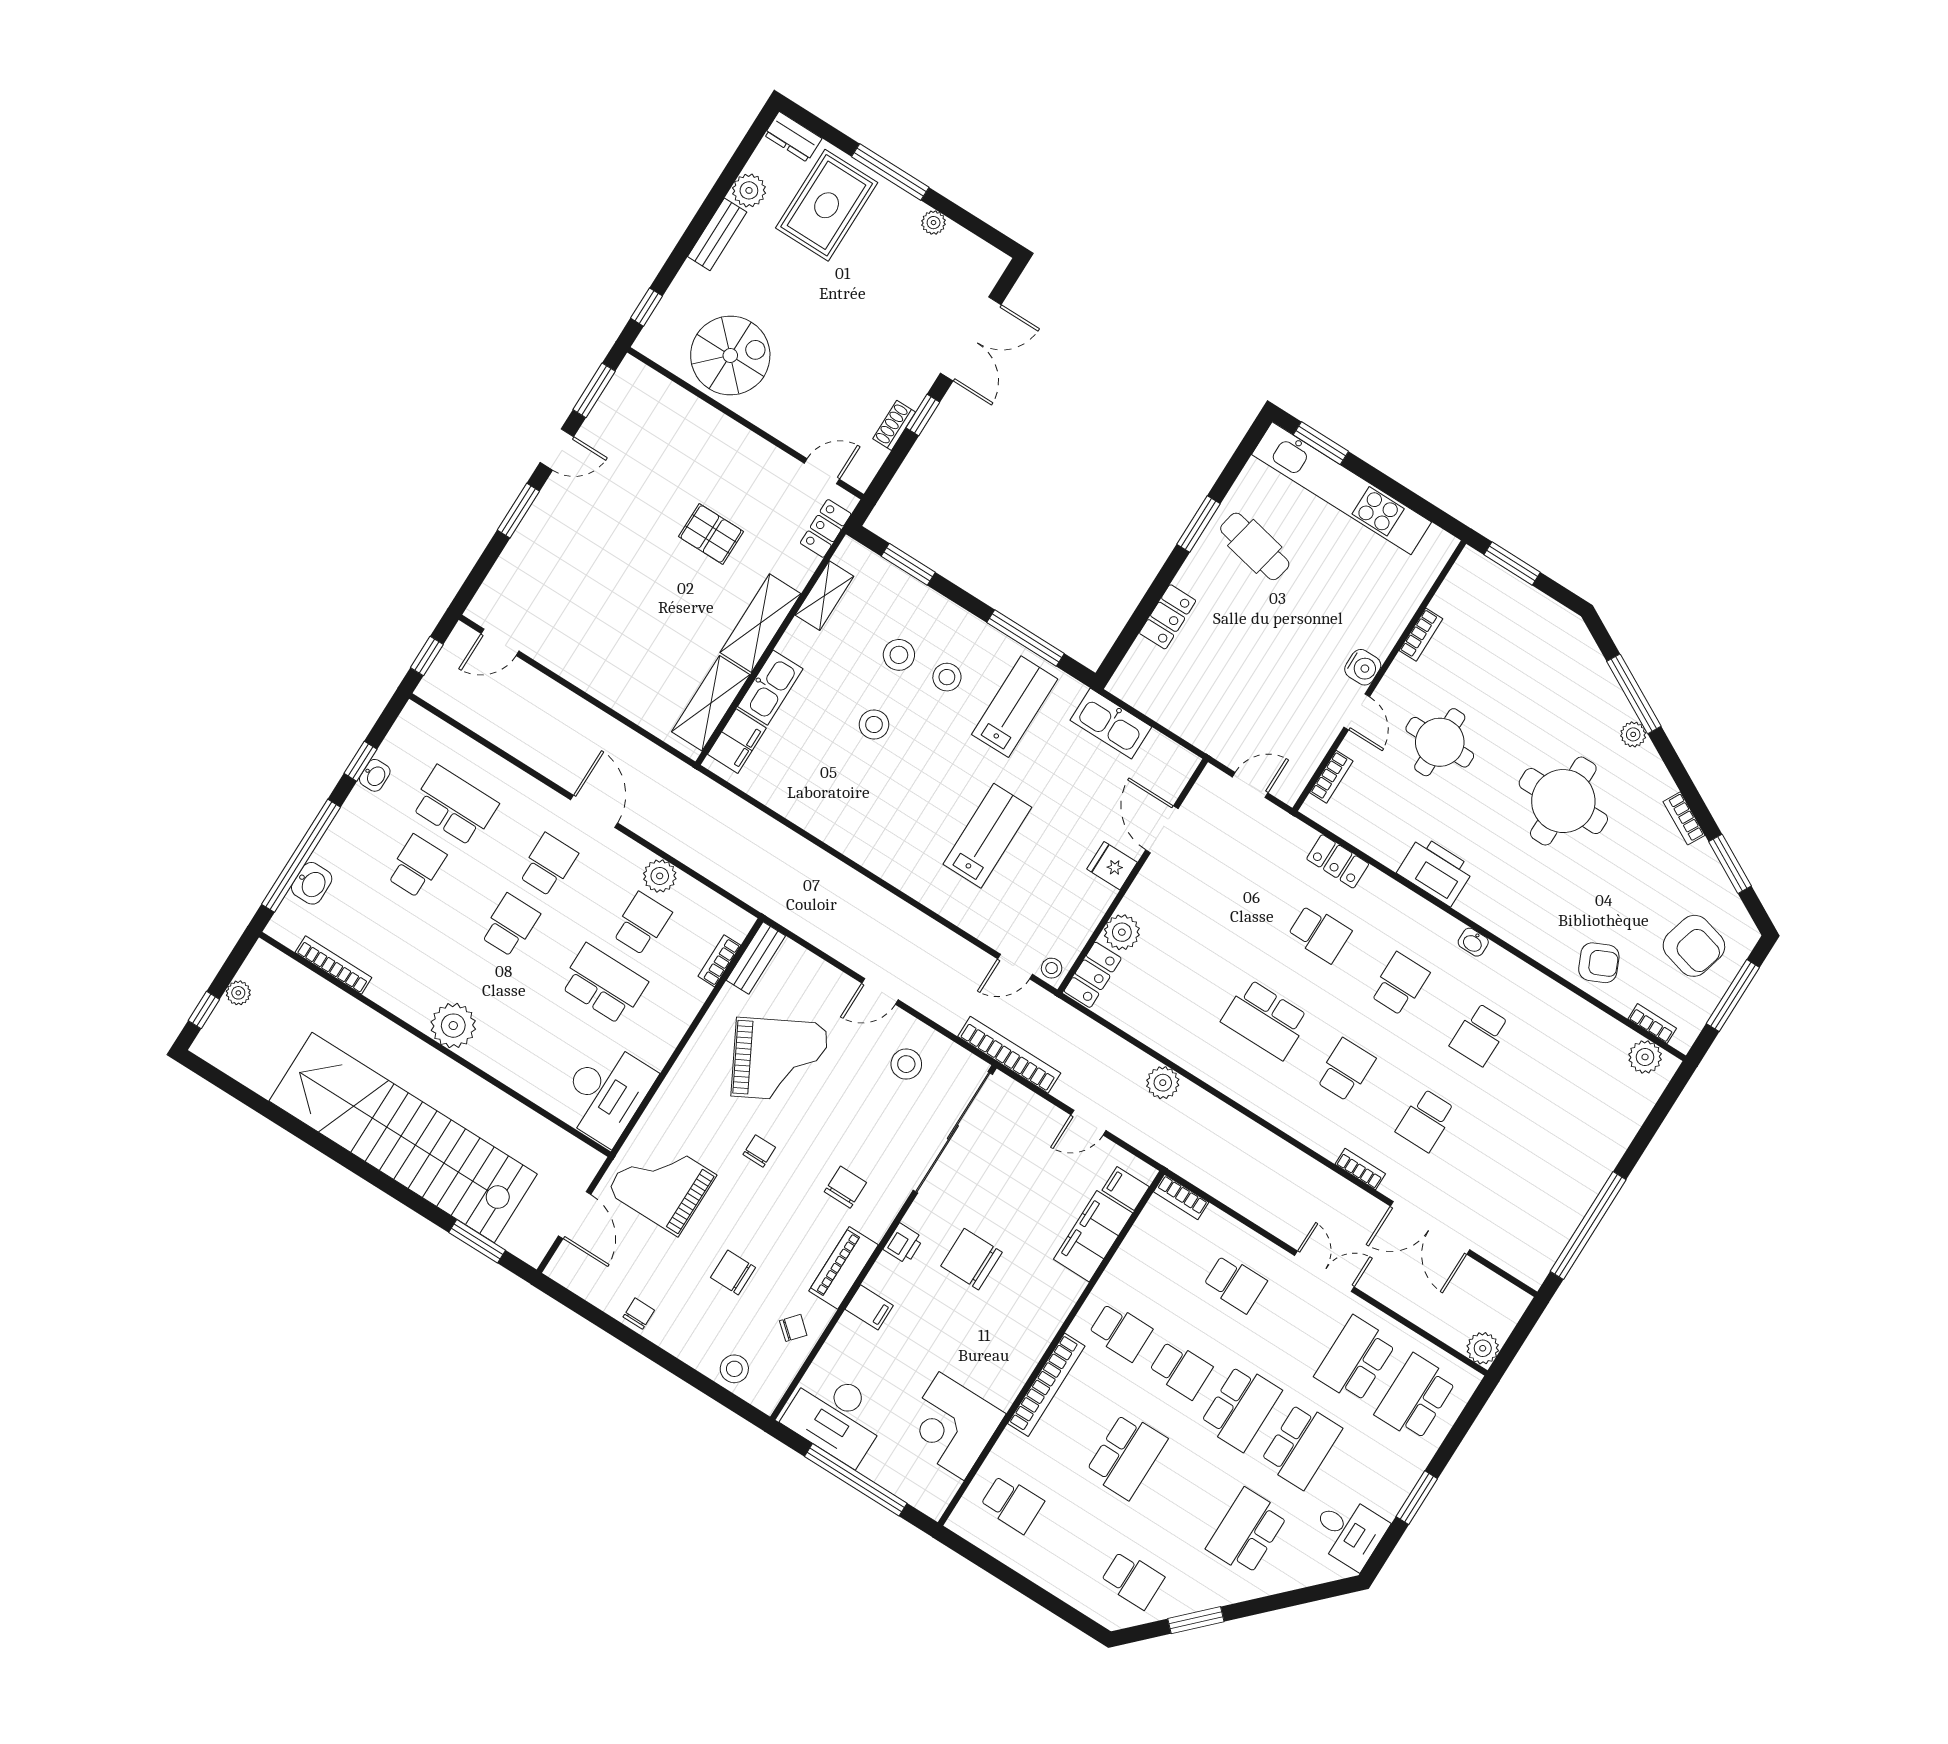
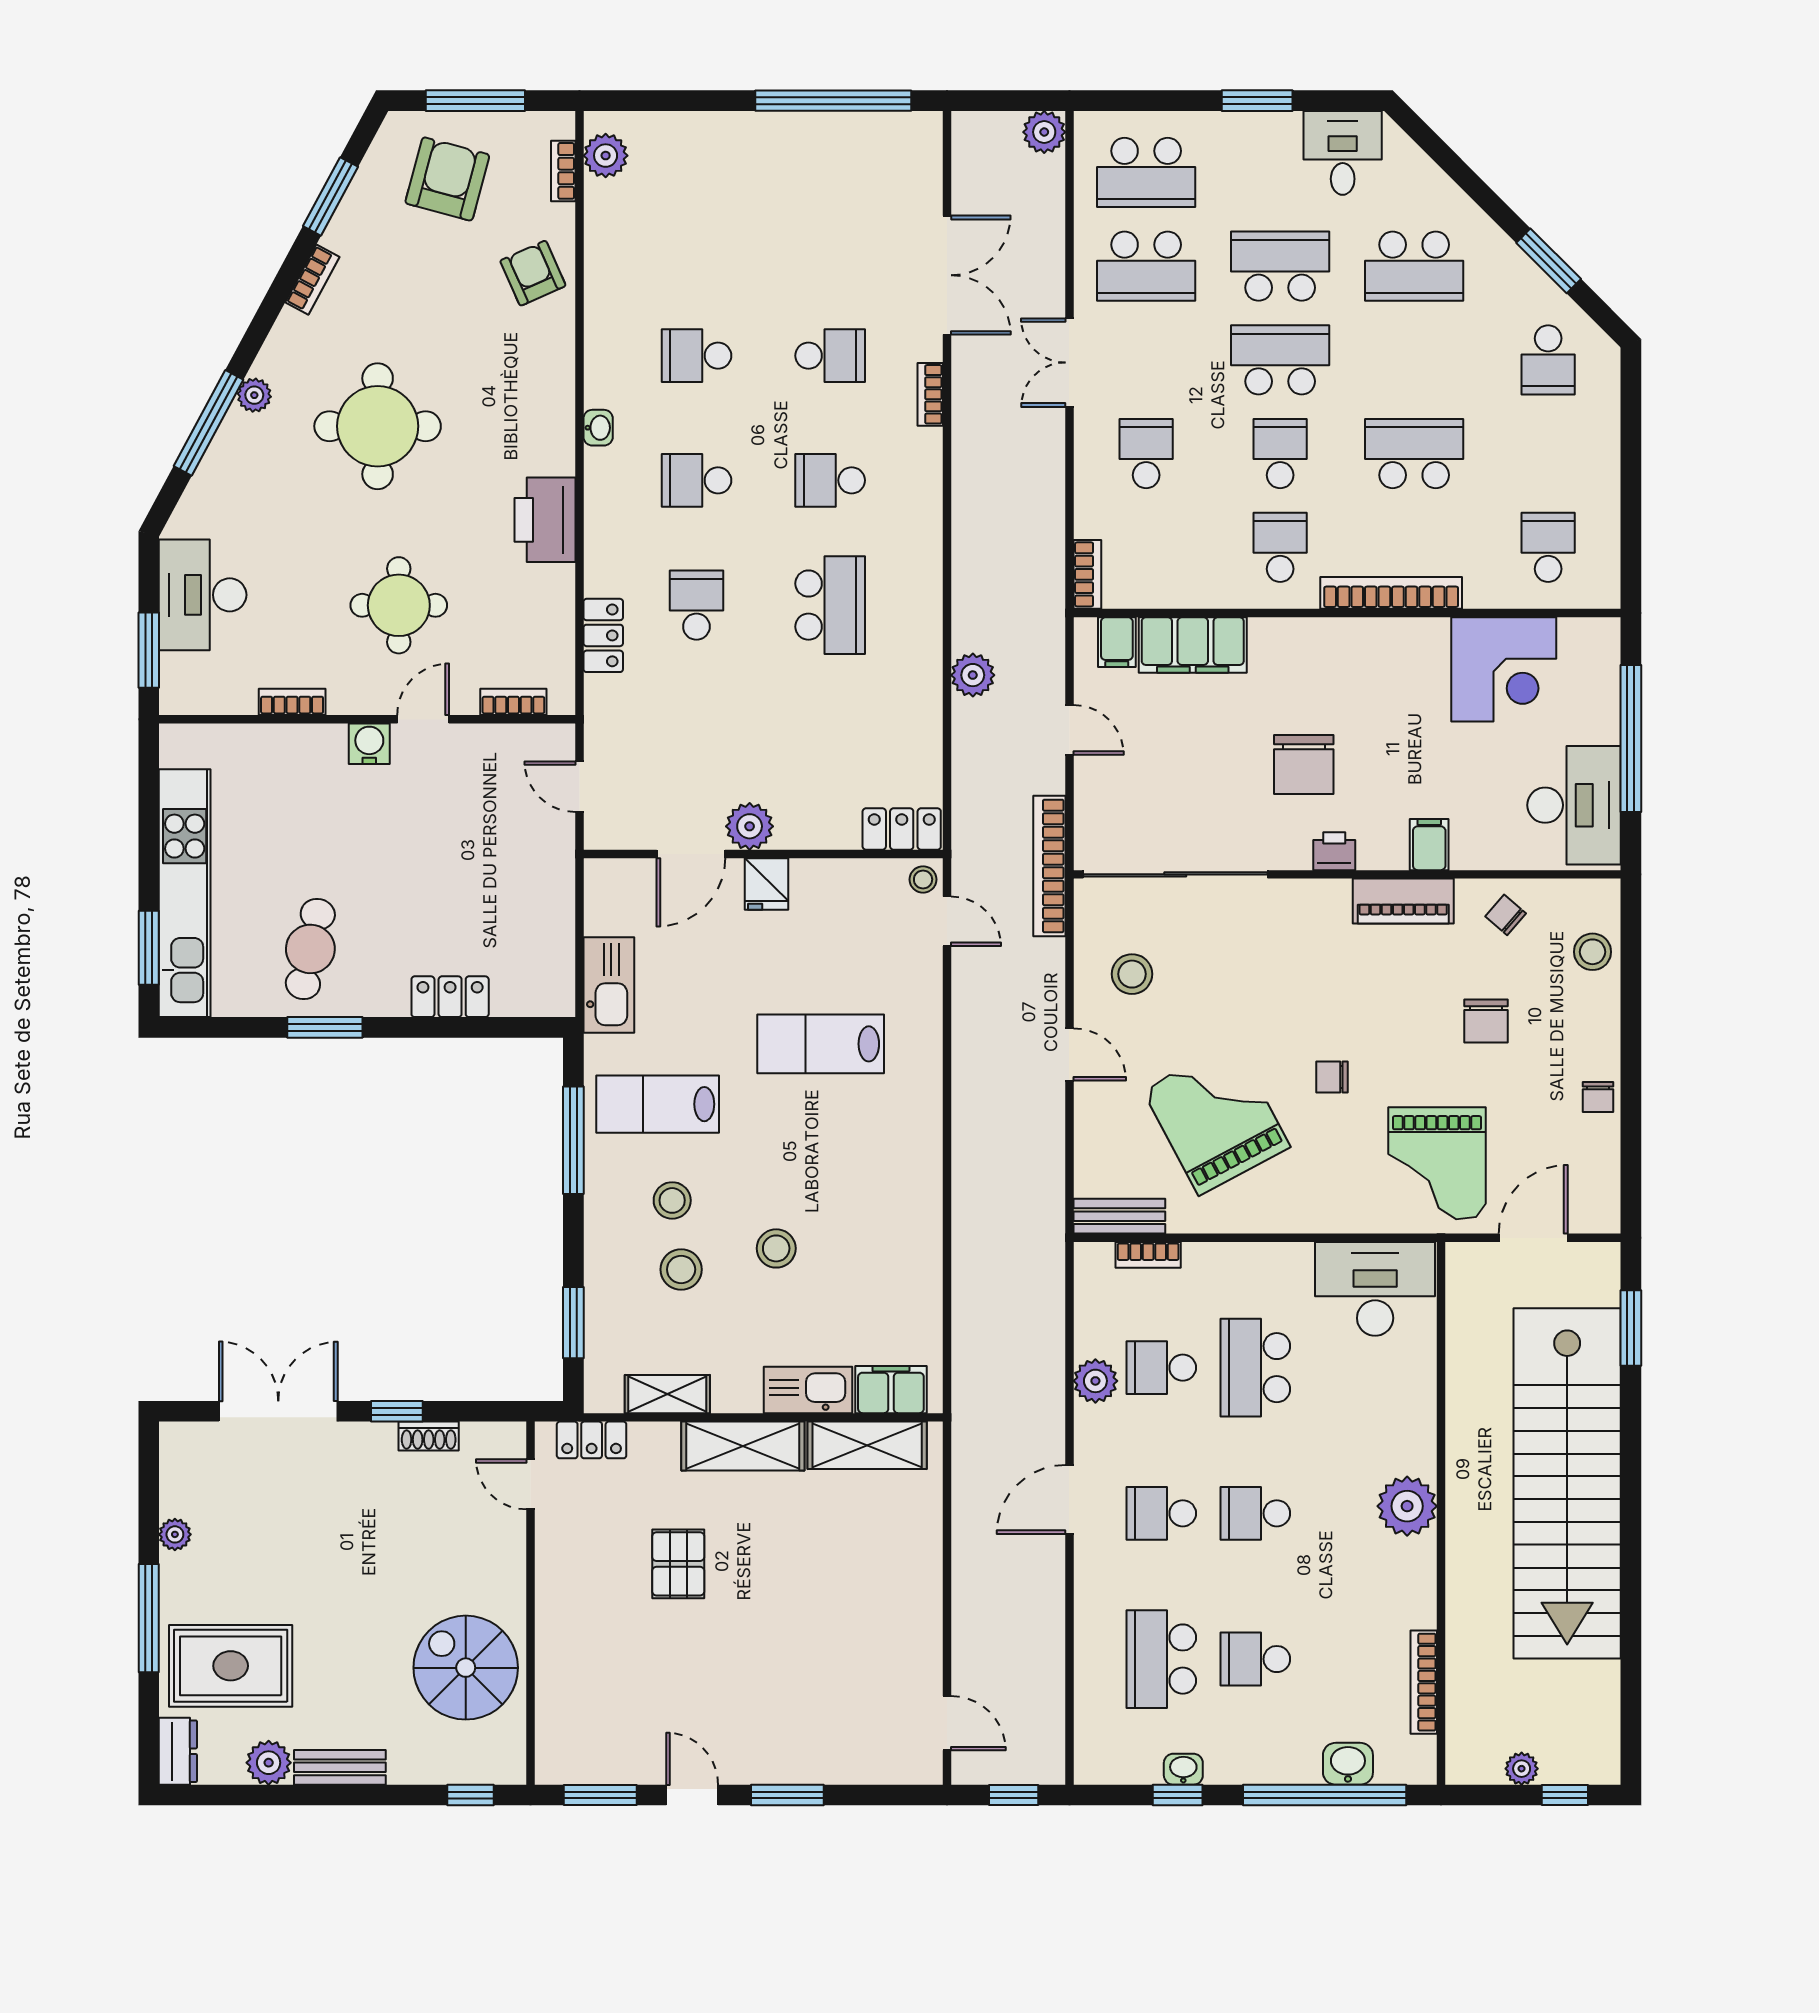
desk: (1526, 620) -> (203, 595), added
plant: (1122, 932) -> (750, 826), moved
school desk: (1480, 1034) -> (696, 356), turned 180
chair: (845, 1187) -> (1312, 956), removed
chair: (639, 1314) -> (1598, 1097), turned -90
school desk: (1132, 1580) -> (1548, 360), turned 180

